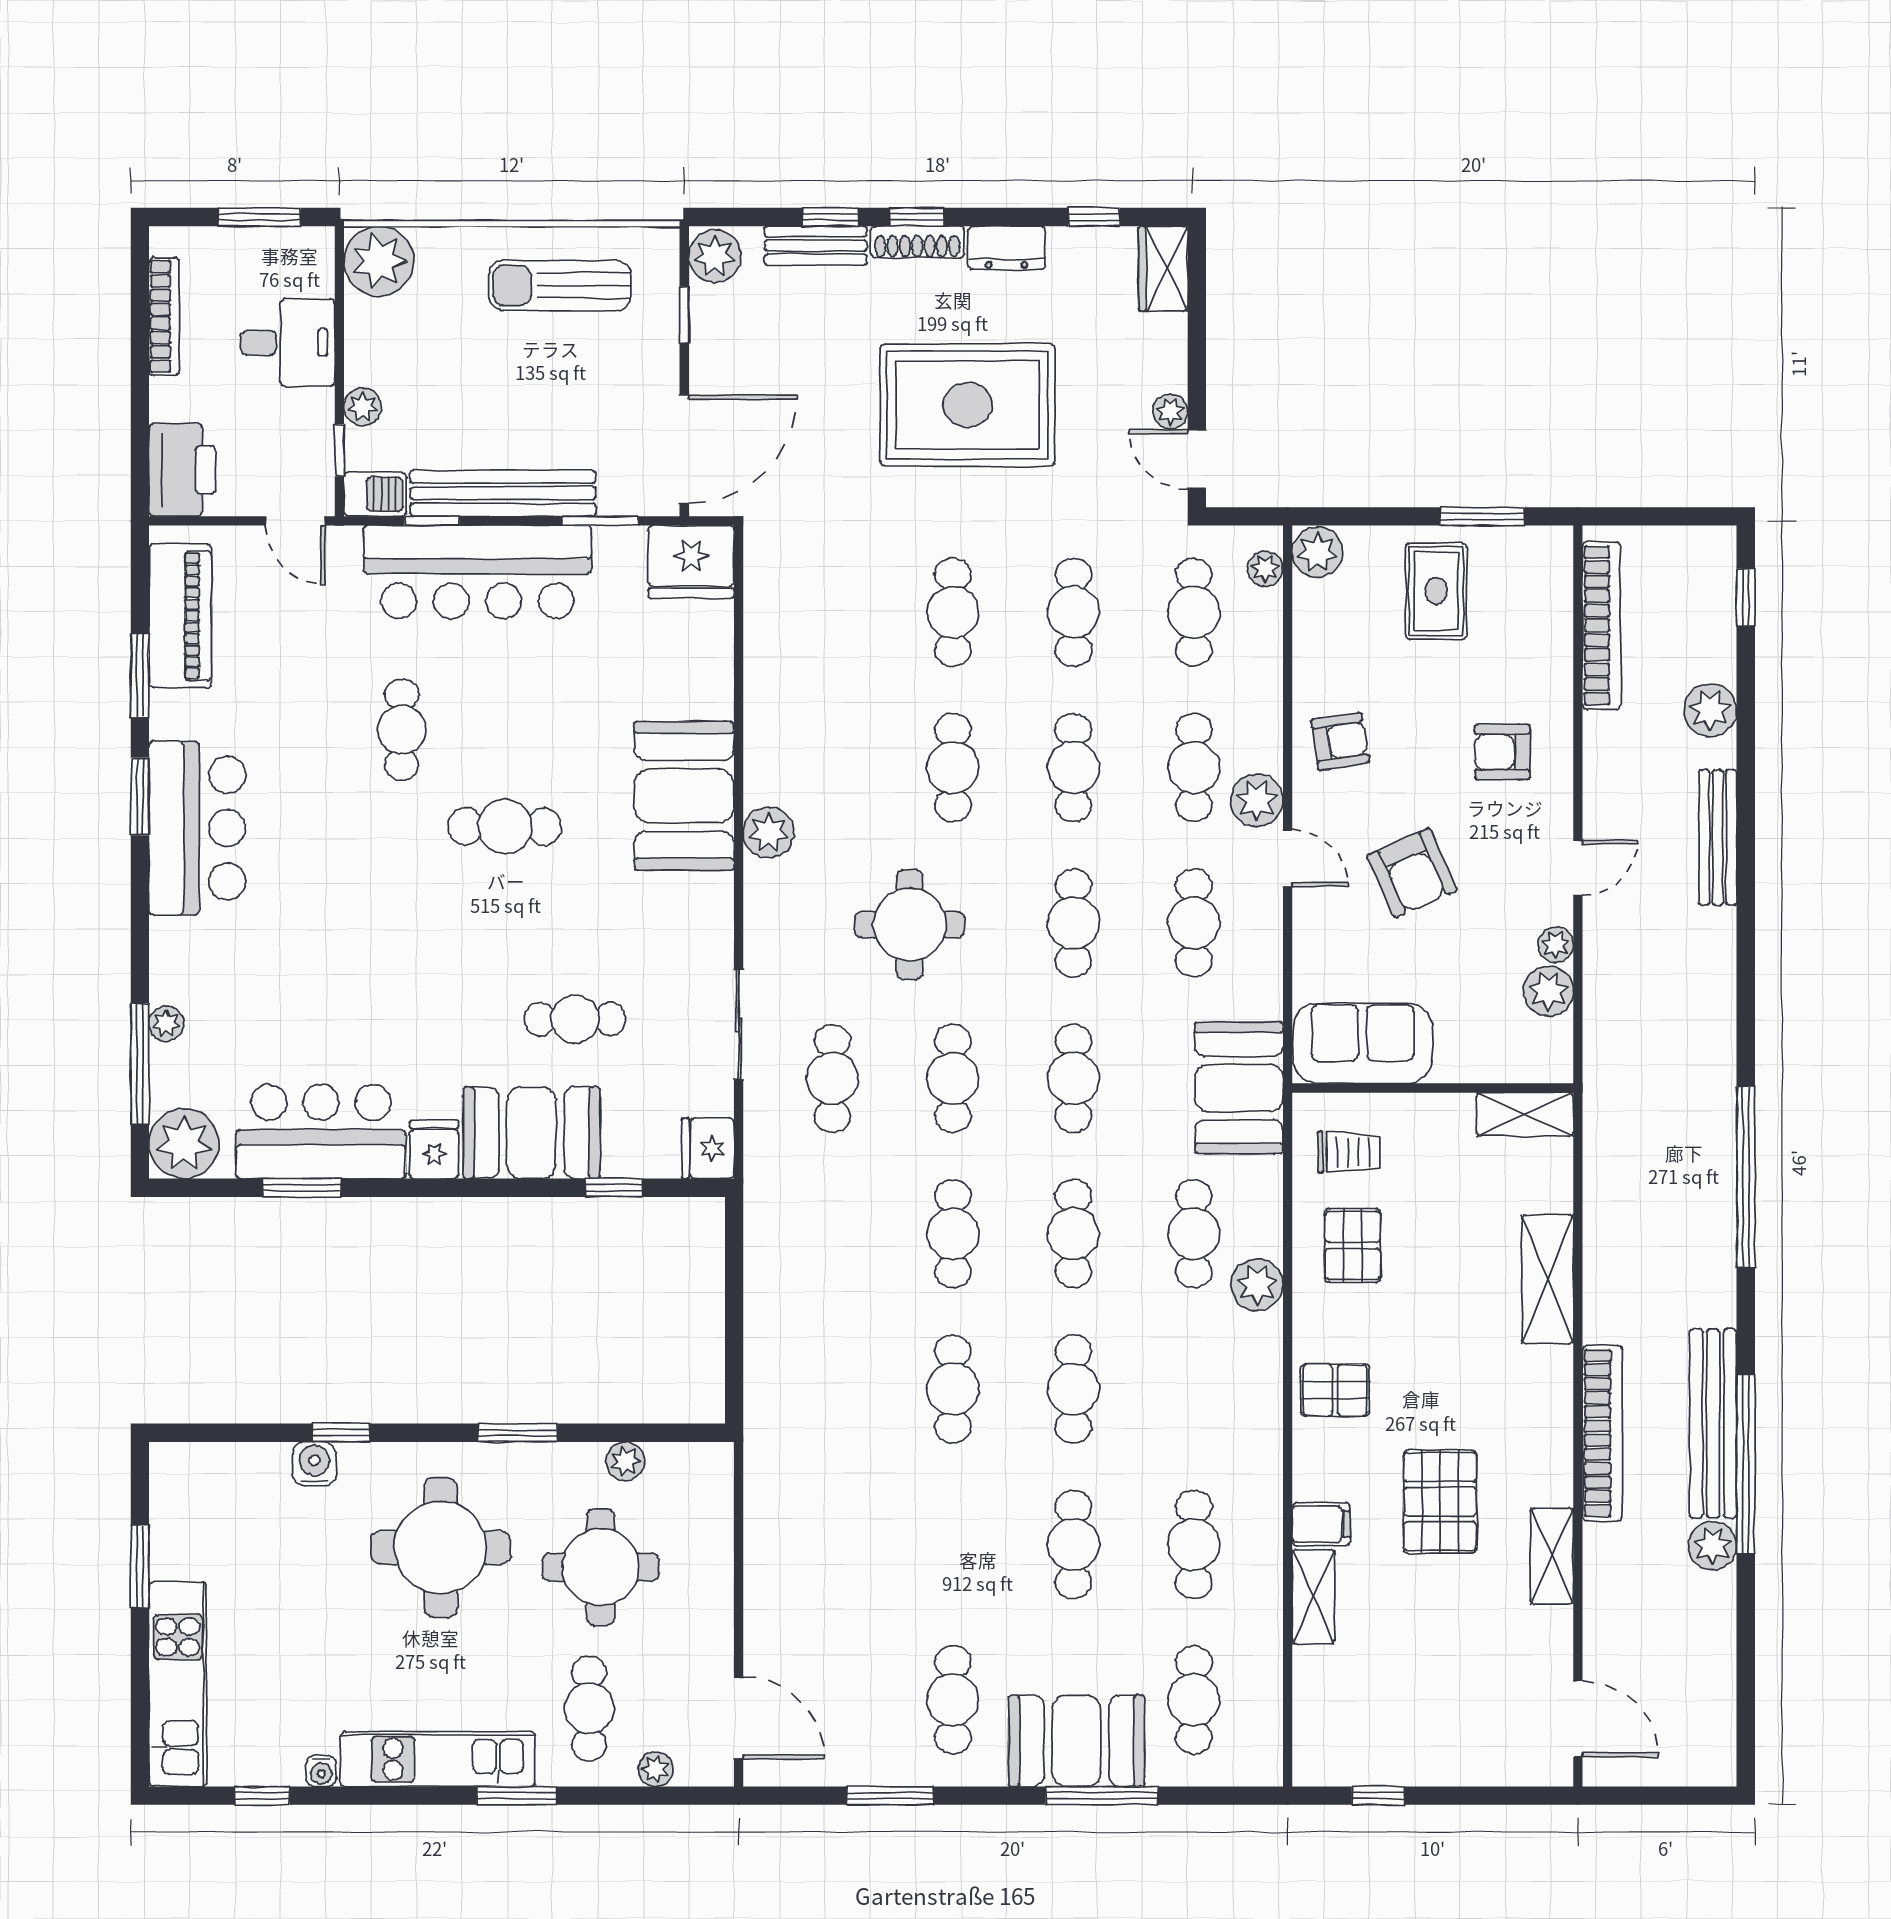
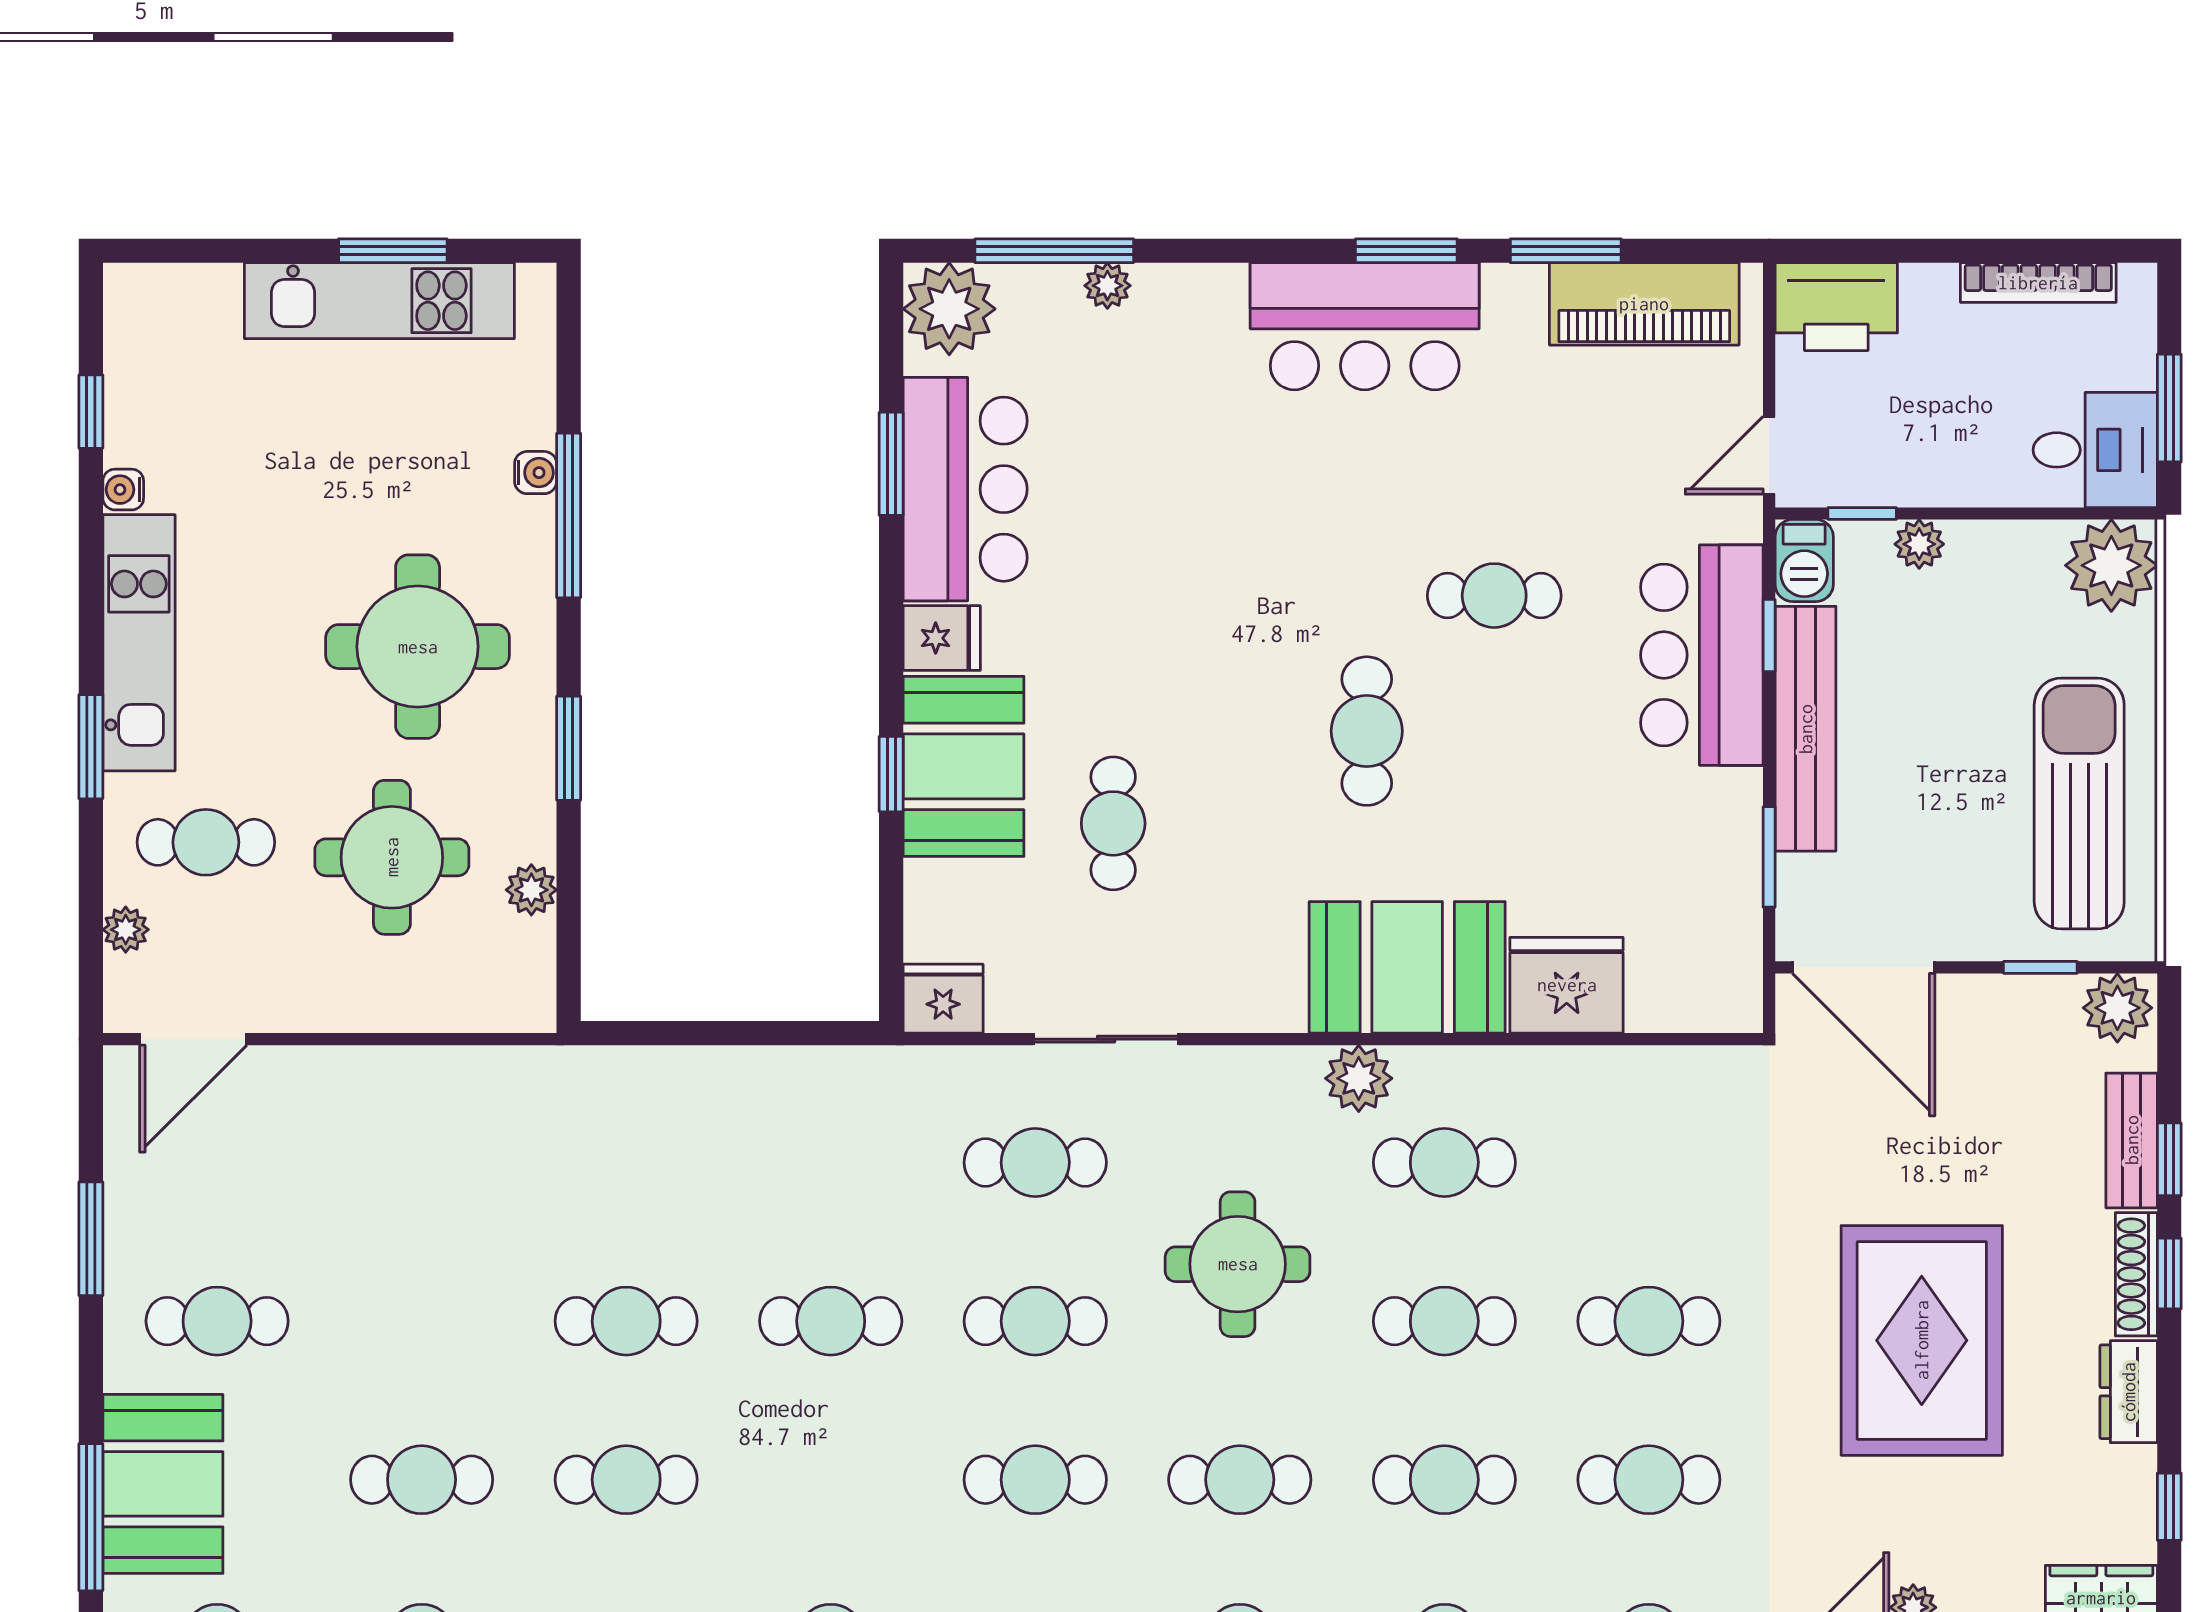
sun lounger: (560, 285) -> (2079, 803), width x1.36, depth x1.34
desk: (288, 342) -> (2095, 450), moved, turned -90
fridge: (691, 562) -> (1567, 985), moved, turned 90
bar counter: (477, 572) -> (1702, 655), width x0.73
window: (614, 1188) -> (891, 774), moved
cafe table: (1073, 1234) -> (1444, 1162), moved
window: (341, 1433) -> (569, 515), width x2.17
water cooler: (314, 1464) -> (536, 473), width x0.72, depth x0.72
kitchen unit: (178, 1684) -> (379, 301), moved

